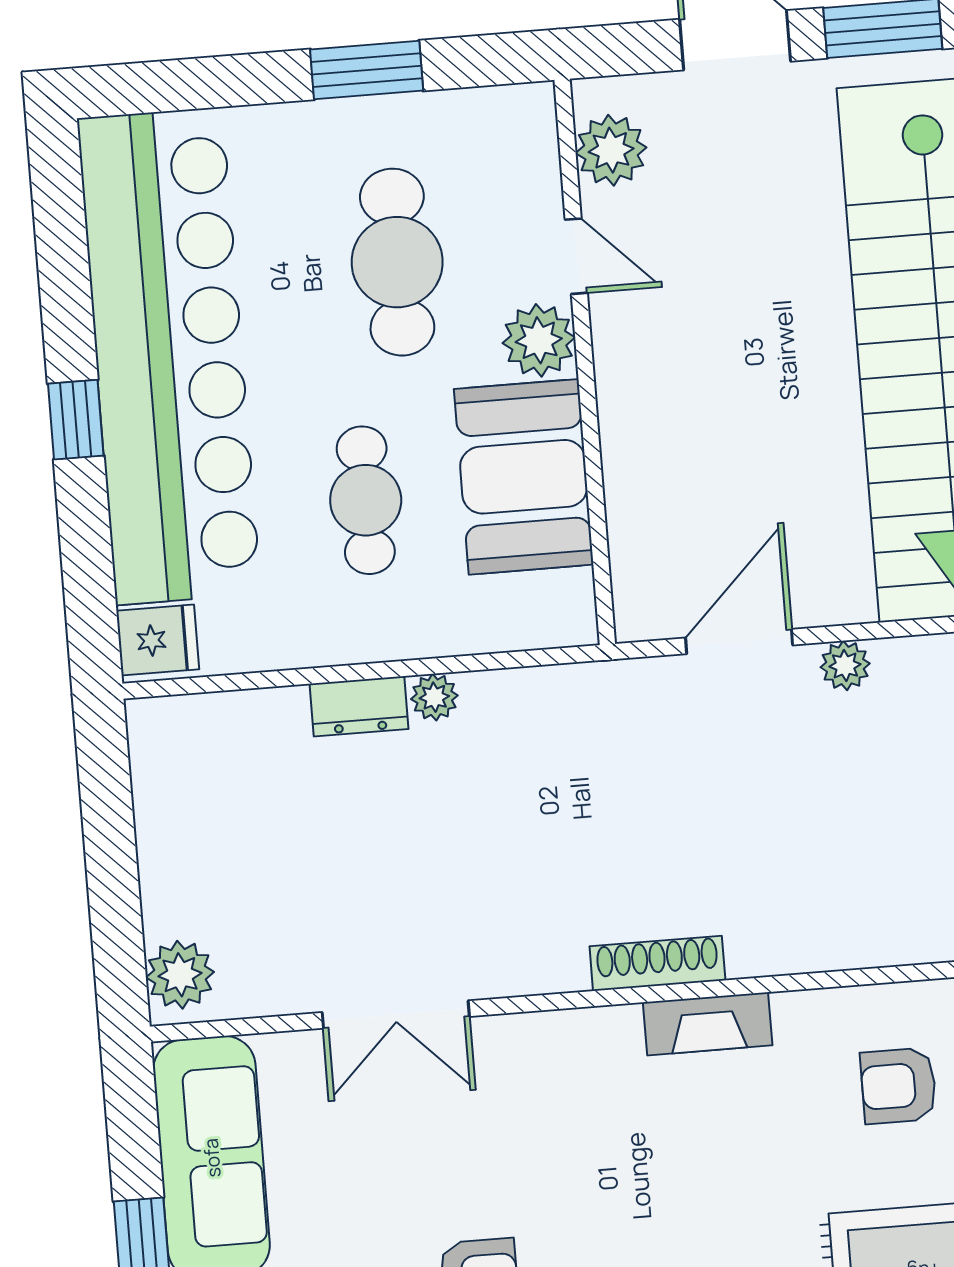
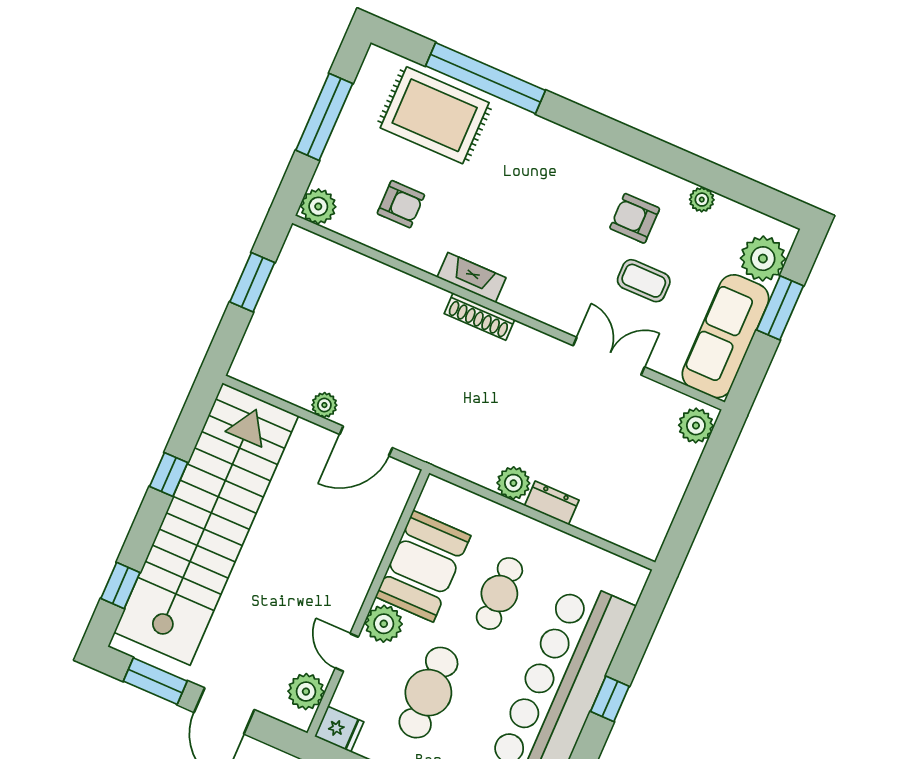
fridge: (158, 640) -> (339, 729), moved, turned 180
plant: (434, 697) -> (513, 483), width x1.38, depth x1.38
coffee table: (405, 1178) -> (644, 281), added

